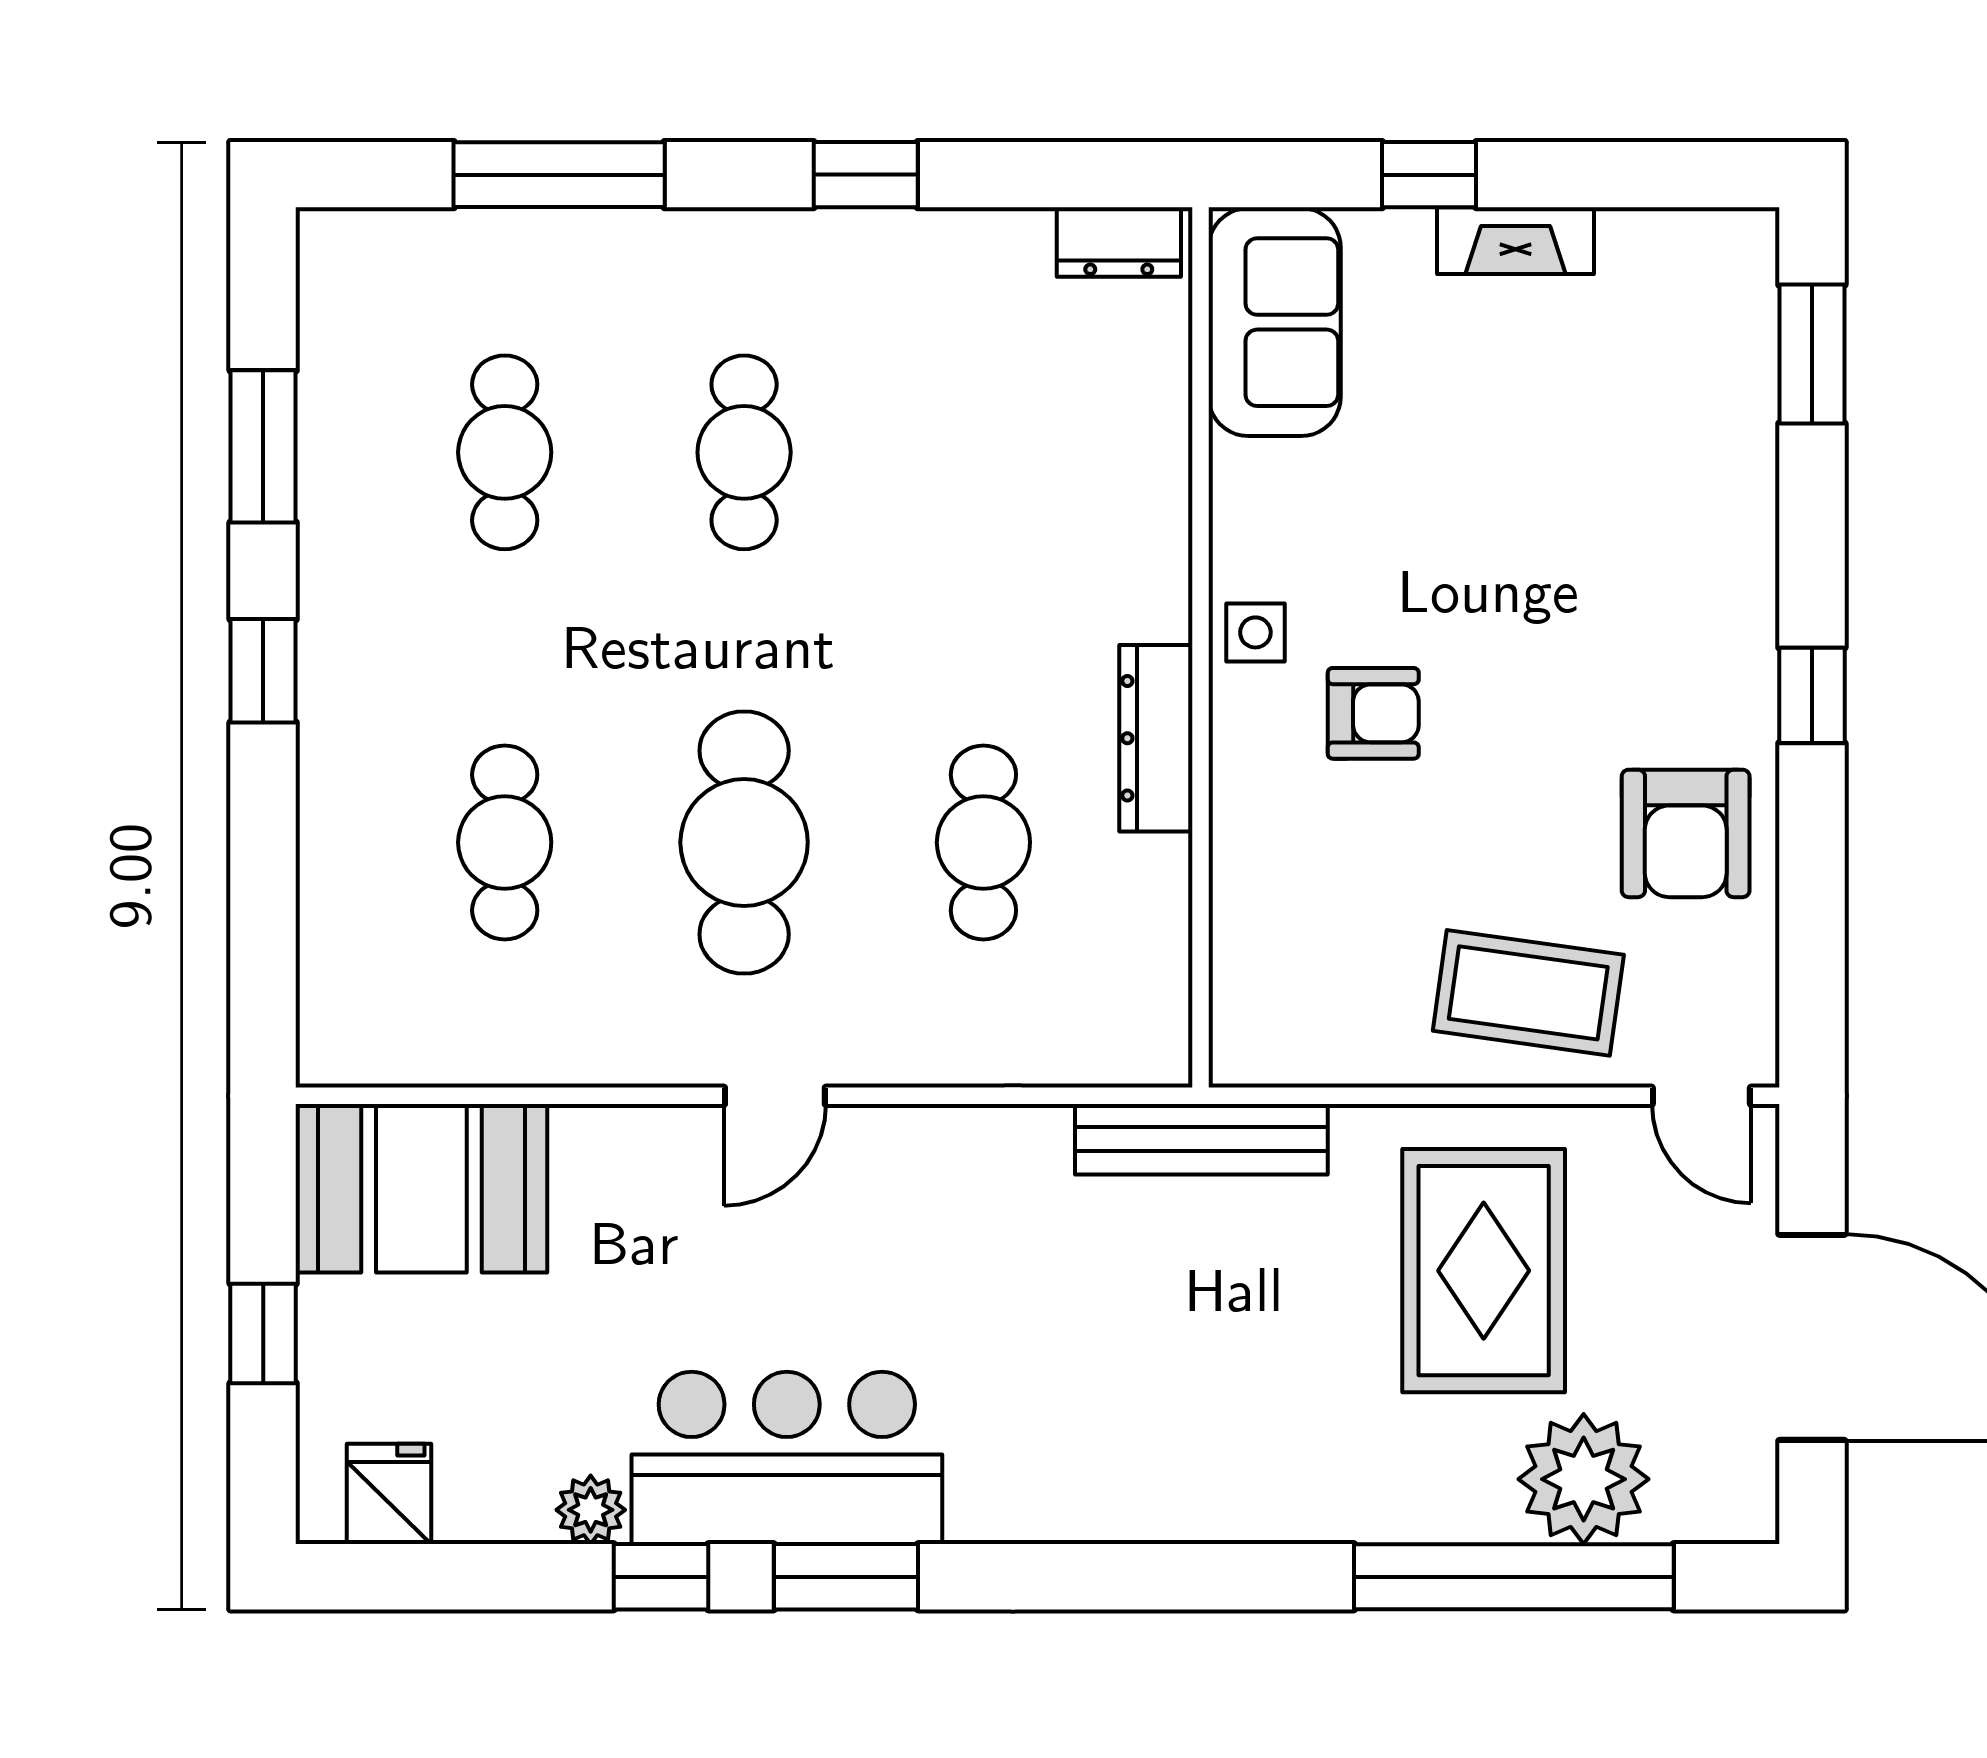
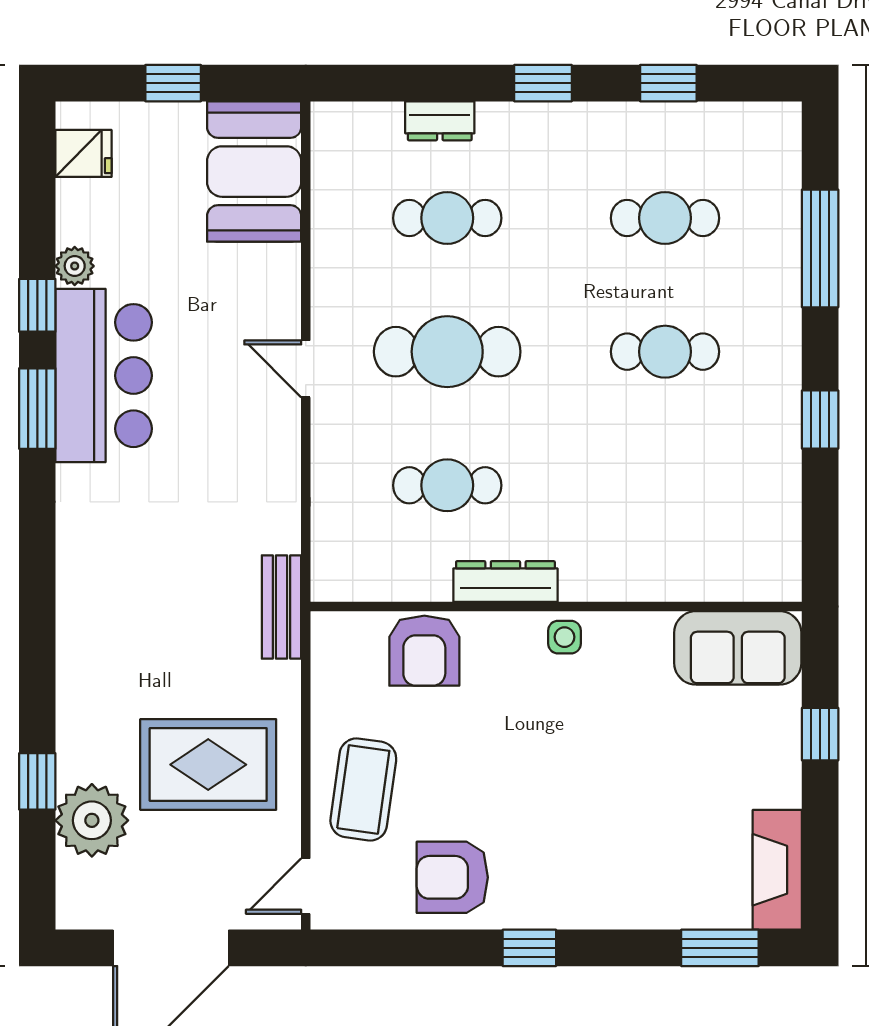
fireplace: (1515, 241) -> (777, 870), moved, width x1.37, depth x1.32
dresser: (1119, 242) -> (440, 121), moved, turned -90
window: (263, 446) -> (668, 83), width x0.67
armchair: (1373, 713) -> (424, 651), moved, width x1.38, depth x1.38
bench: (1201, 1139) -> (282, 607), width x0.73
window: (1514, 1577) -> (37, 781), width x0.32

